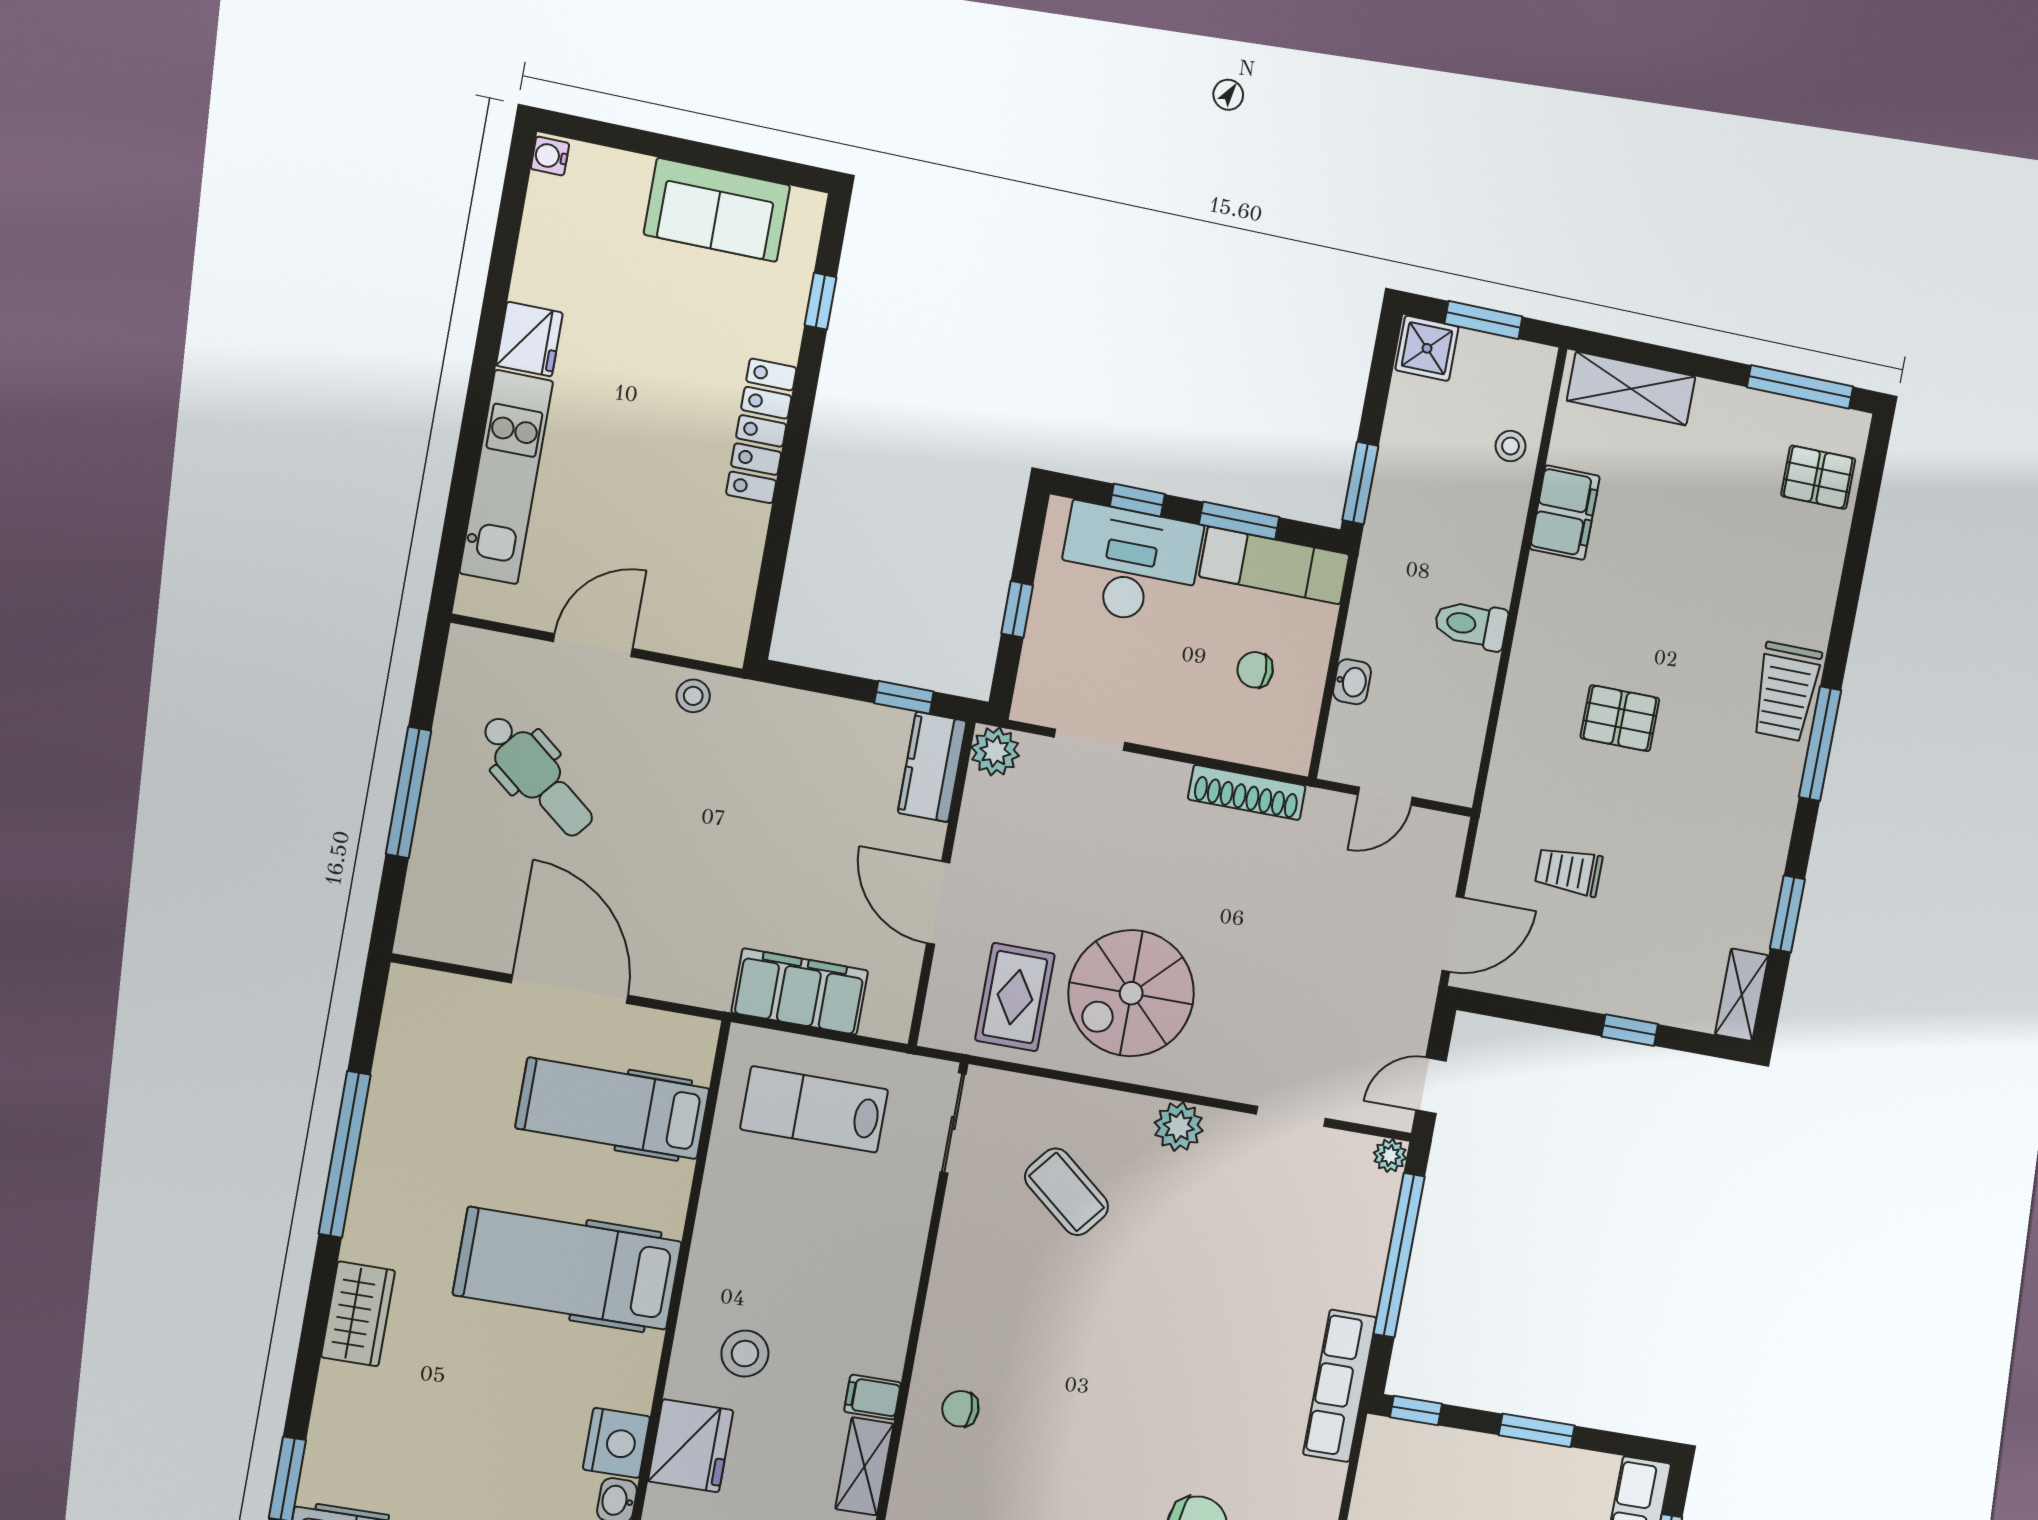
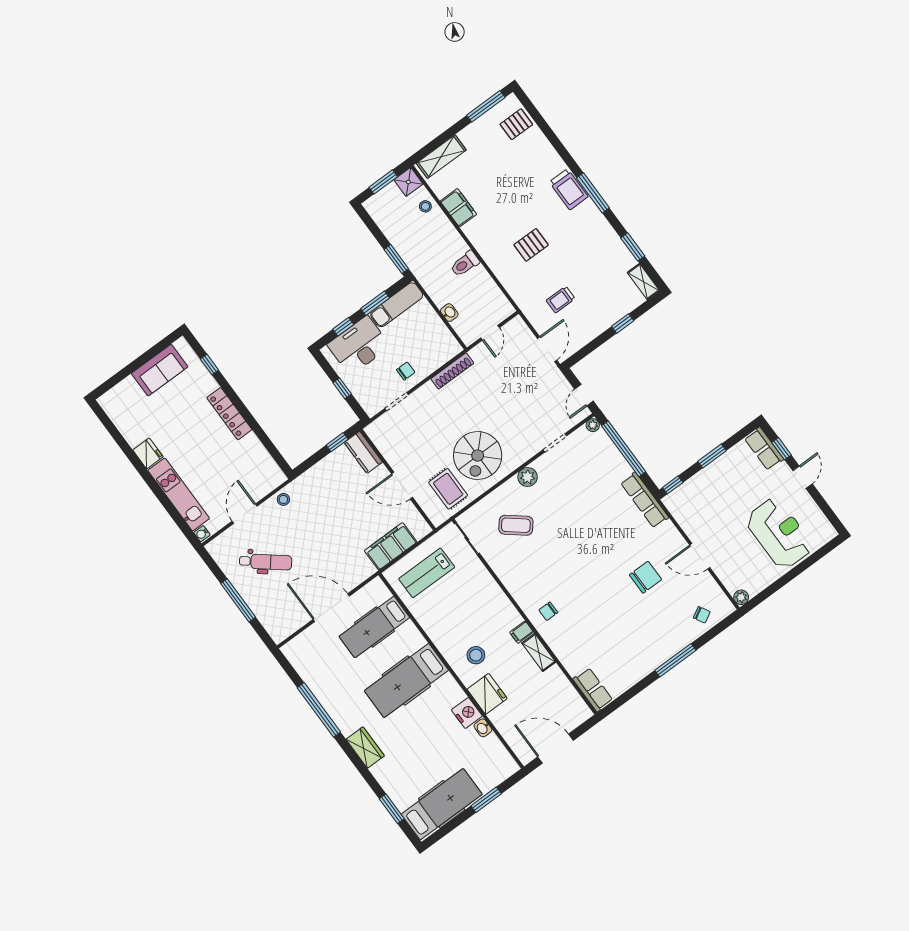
water cooler: (550, 156) -> (202, 534), moved
shower: (1427, 348) -> (408, 182), moved
chair: (1255, 670) -> (406, 371), moved, turned 180
plant: (995, 751) -> (375, 431), removed

